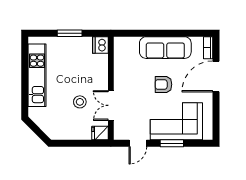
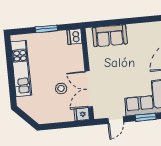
sofa: (165, 48) -> (110, 36), moved, width x0.73
armchair: (163, 84) -> (133, 66), removed
double door: (111, 105) -> (89, 89), width x1.37

